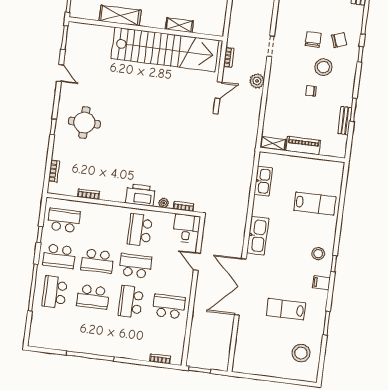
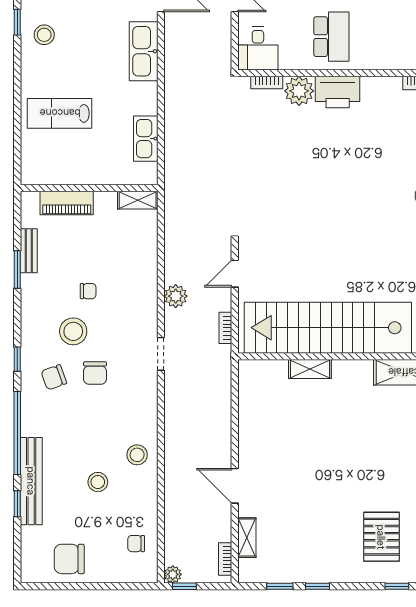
piano: (303, 146) -> (67, 203), moved
plant: (164, 203) -> (299, 91), width x1.87, depth x1.87

